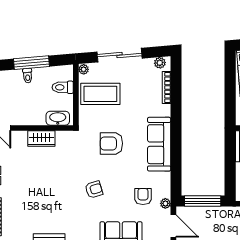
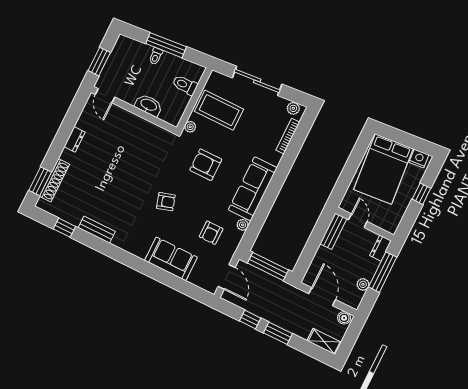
plant: (84, 69) -> (190, 127), moved
washbasin: (58, 118) -> (148, 105), moved
wardrobe: (41, 139) -> (139, 125), removed
armchair: (143, 196) -> (211, 233), turned 180
plant: (165, 203) -> (243, 225), moved

